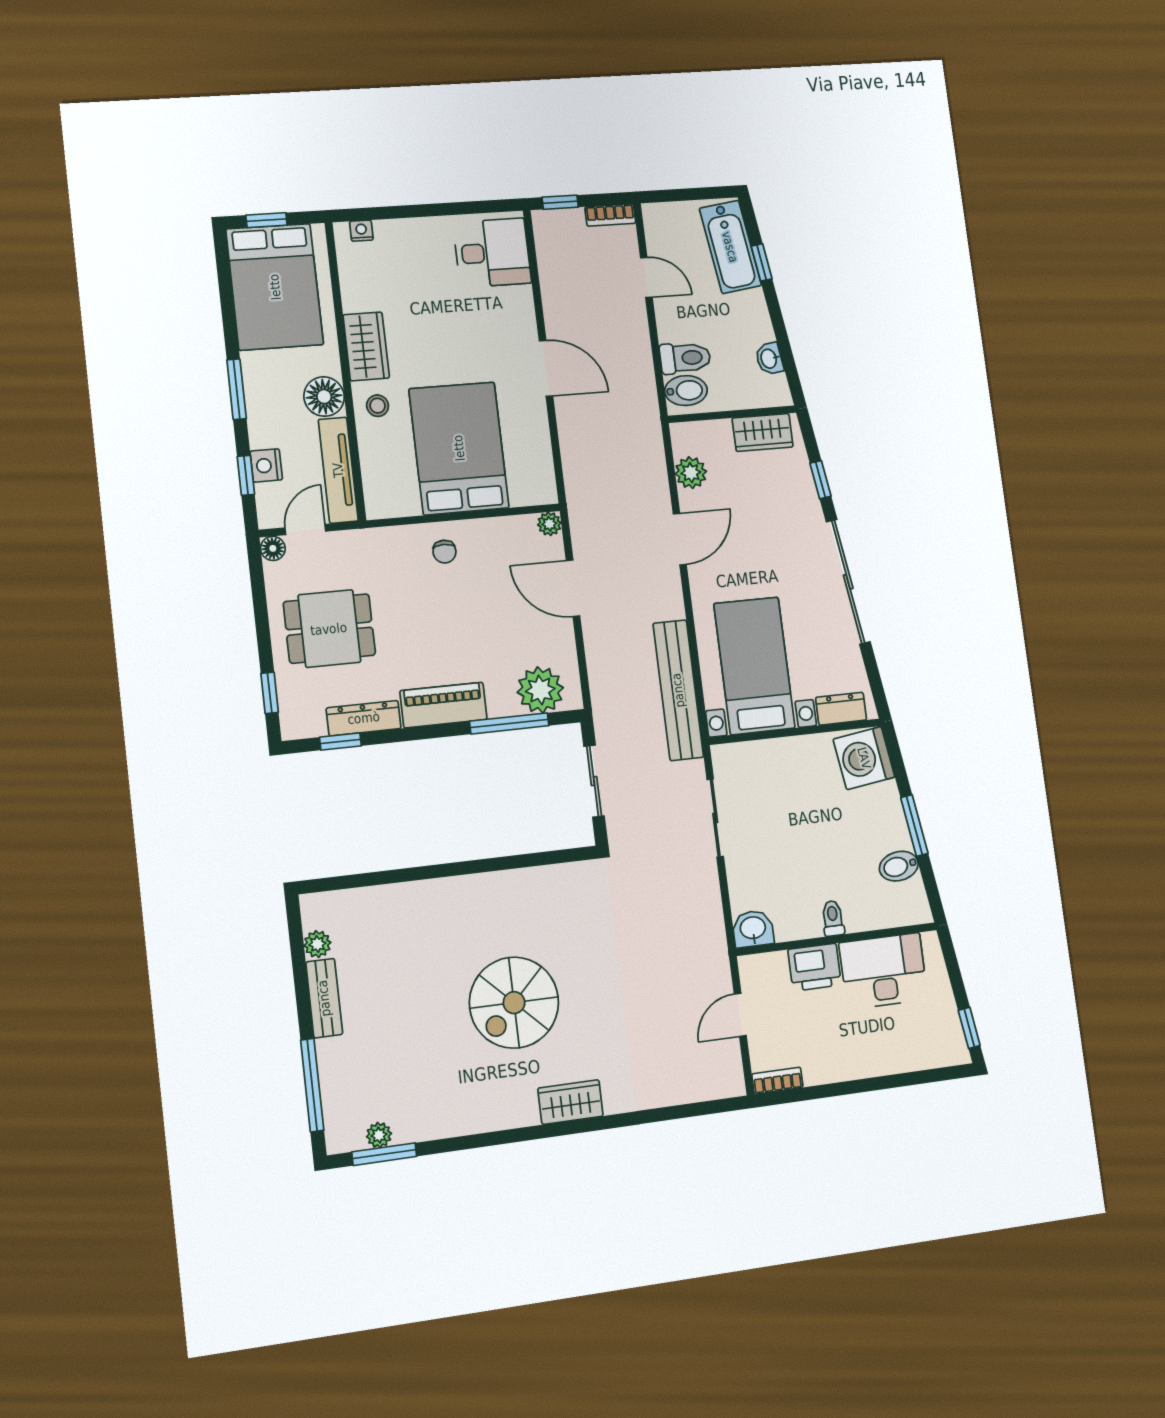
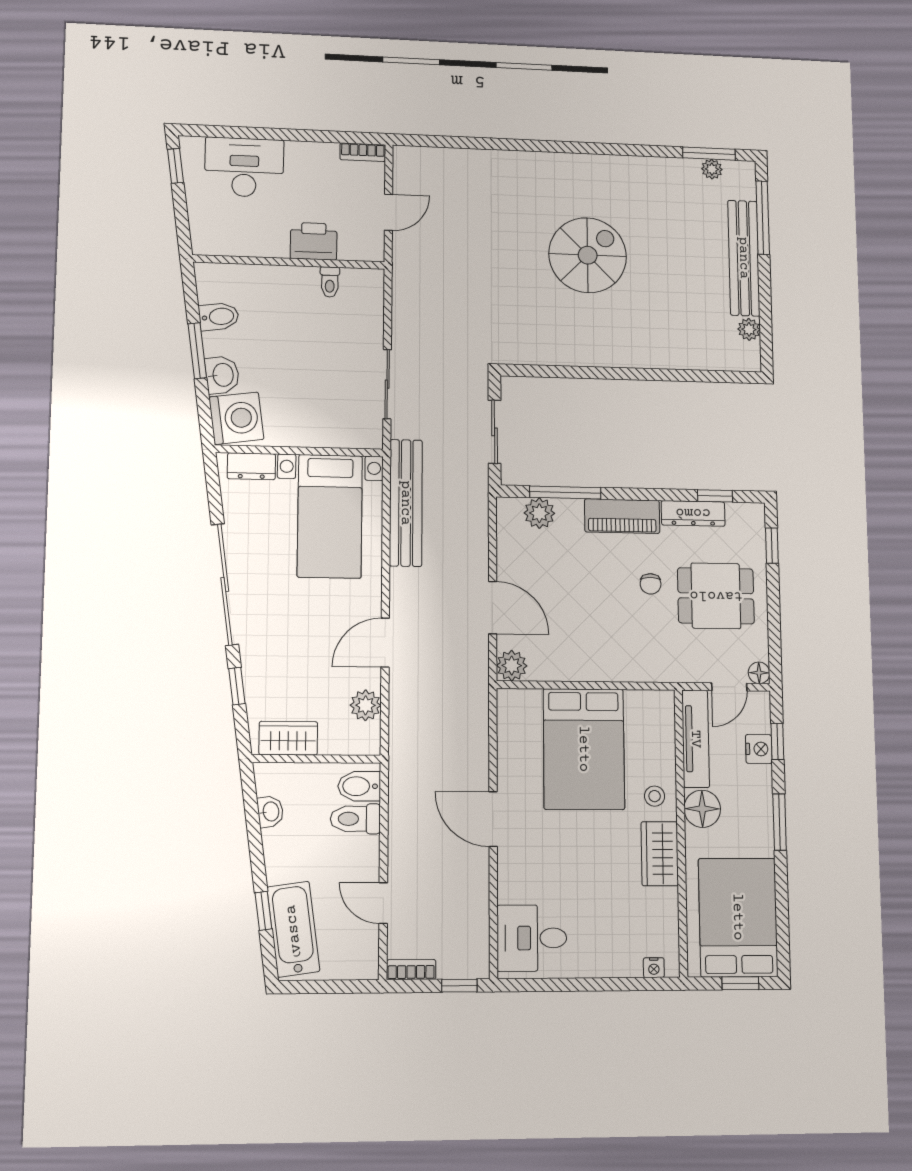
plant: (549, 524) -> (512, 666), width x1.38, depth x1.38
chair: (444, 552) -> (651, 584), moved, turned 180
plant: (540, 690) -> (539, 513), width x0.73, depth x0.73
toilet: (833, 918) -> (330, 282), moved
washbasin: (753, 929) -> (222, 375), moved, turned -98
desk: (883, 971) -> (244, 167), moved, turned 180
bench: (324, 998) -> (744, 258), width x1.86, depth x1.21
wardrobe: (570, 1102) -> (548, 167), removed

